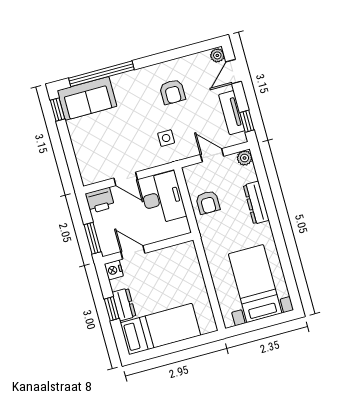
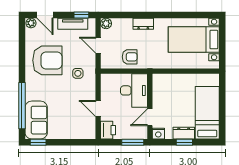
armchair: (172, 92) -> (47, 60), width x1.88, depth x1.88
door: (212, 155) -> (98, 45), hinge flipped
door: (126, 179) -> (98, 109), swing flipped
desk: (163, 198) -> (134, 90), moved, turned 90
dresser: (256, 203) -> (143, 24), width x0.70

